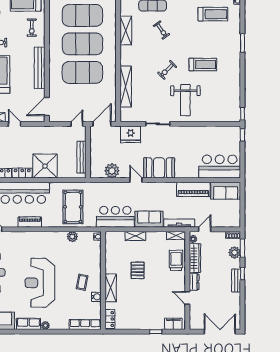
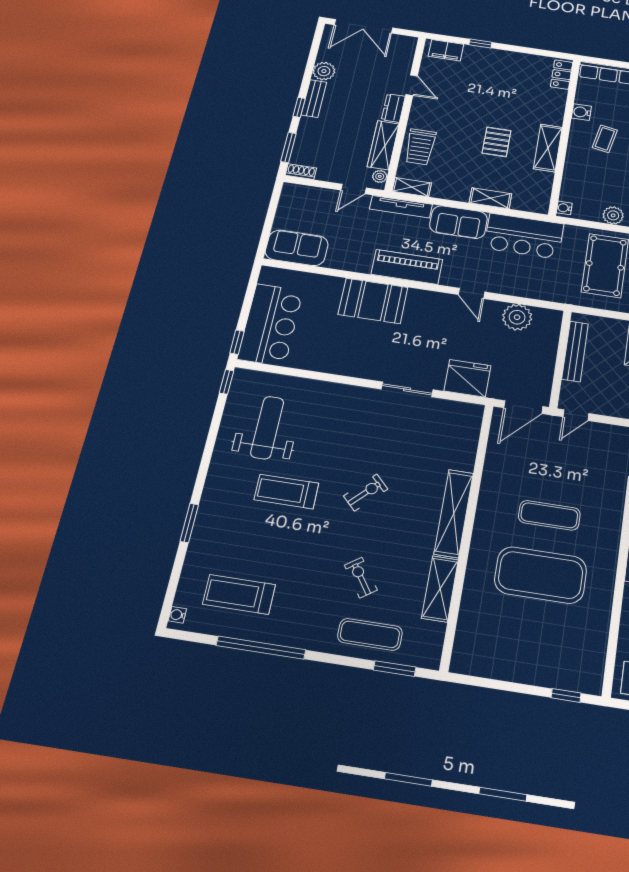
exercise mat: (82, 15) -> (532, 637), removed
exercise mat: (82, 72) -> (549, 515), width x0.50, depth x0.69
shelving: (126, 87) -> (454, 513), moved
weight bench: (185, 100) -> (267, 428), moved
bar counter: (220, 167) -> (270, 325), moved, turned -90
booth: (159, 168) -> (373, 301), moved
piano: (193, 189) -> (407, 267), moved
plant: (235, 253) -> (324, 71), moved
shelving: (111, 288) -> (548, 148), moved

